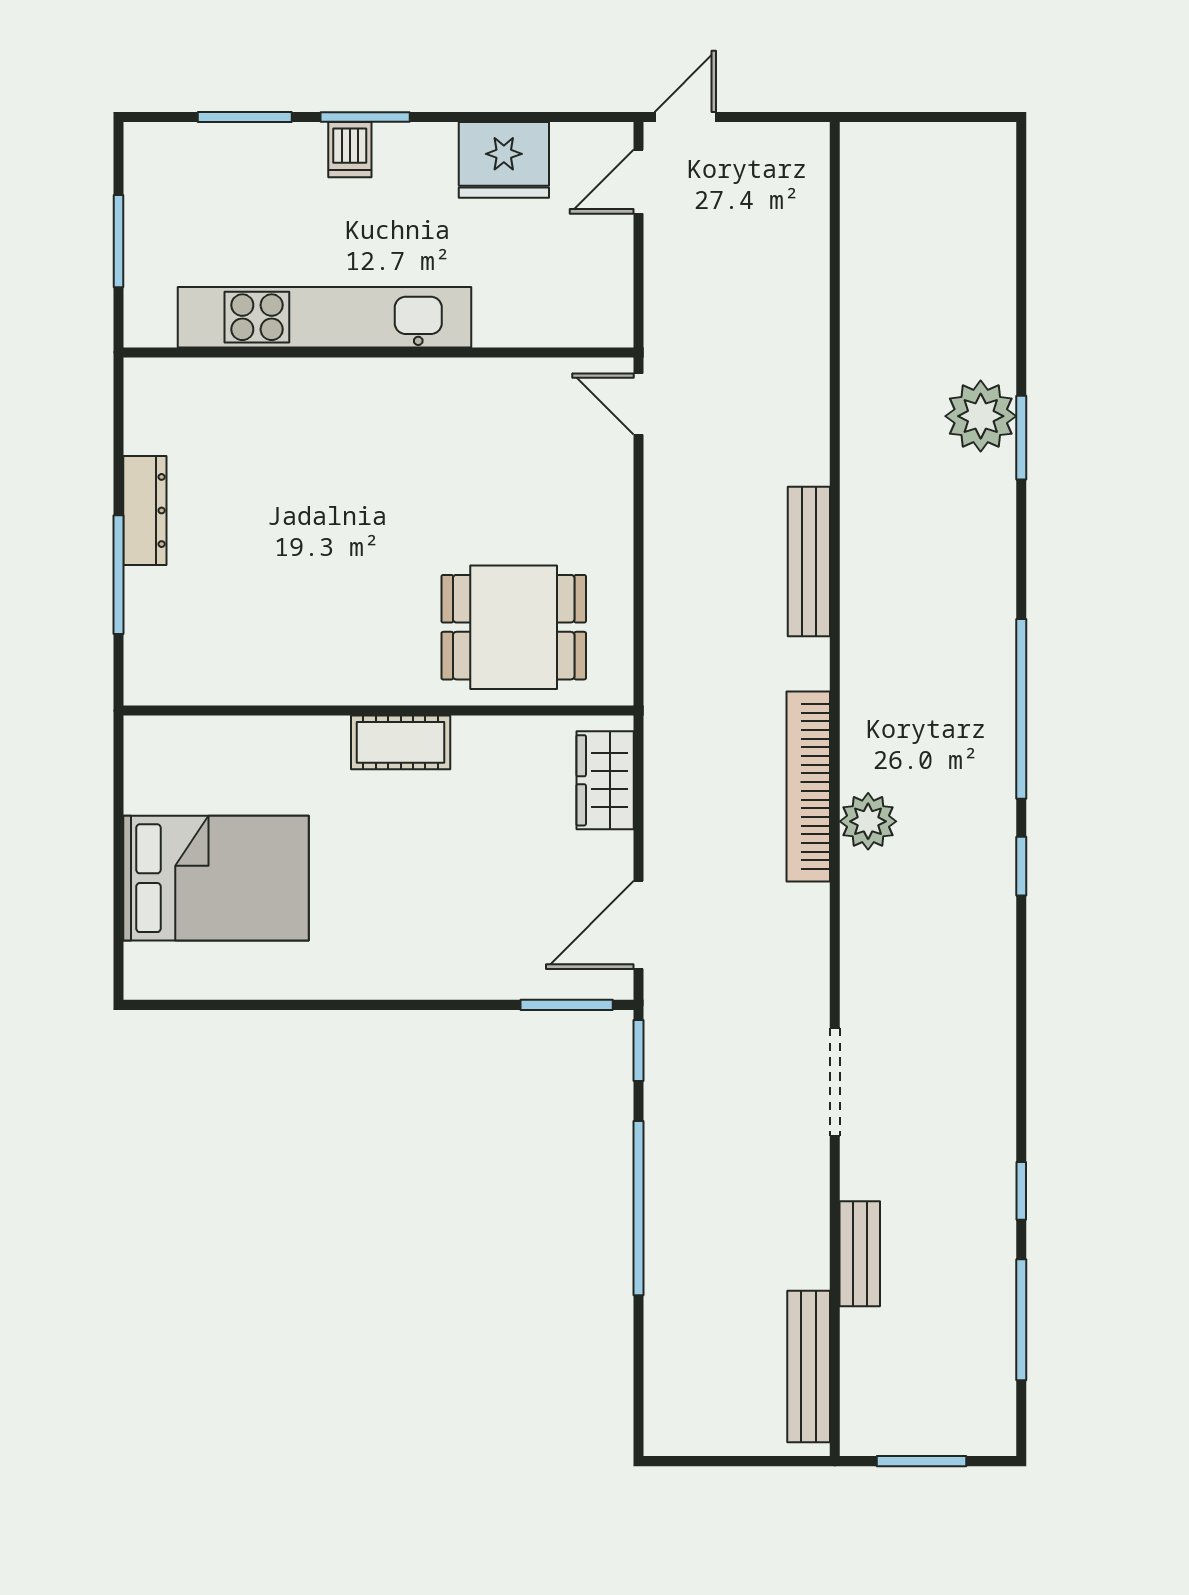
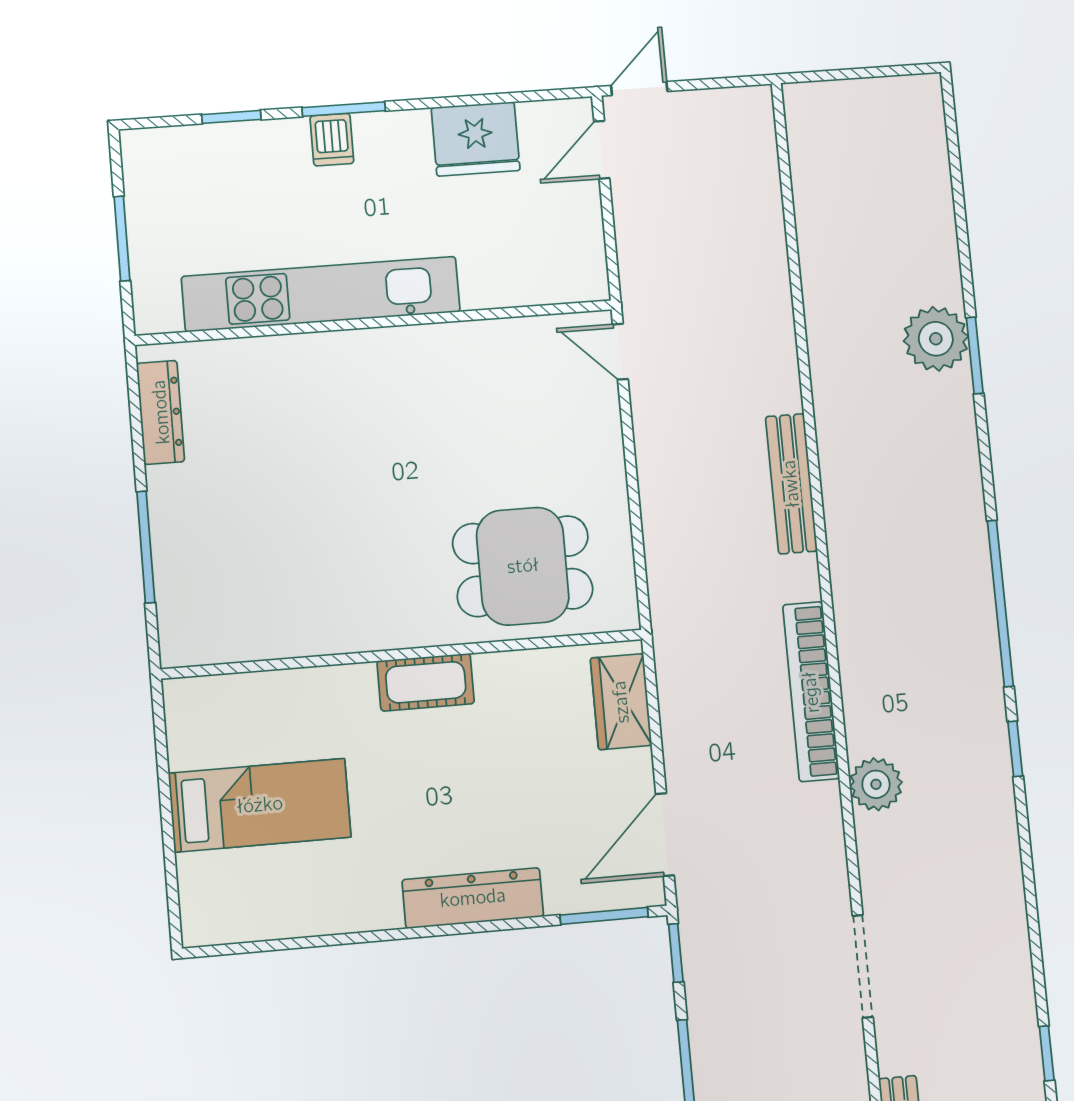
window: (245, 117) -> (231, 117), width x0.67
dresser: (145, 510) -> (161, 412), moved
plant: (868, 821) -> (876, 784), moved
bed: (216, 878) -> (260, 805), width x0.67
dresser: (431, 974) -> (473, 898), added

